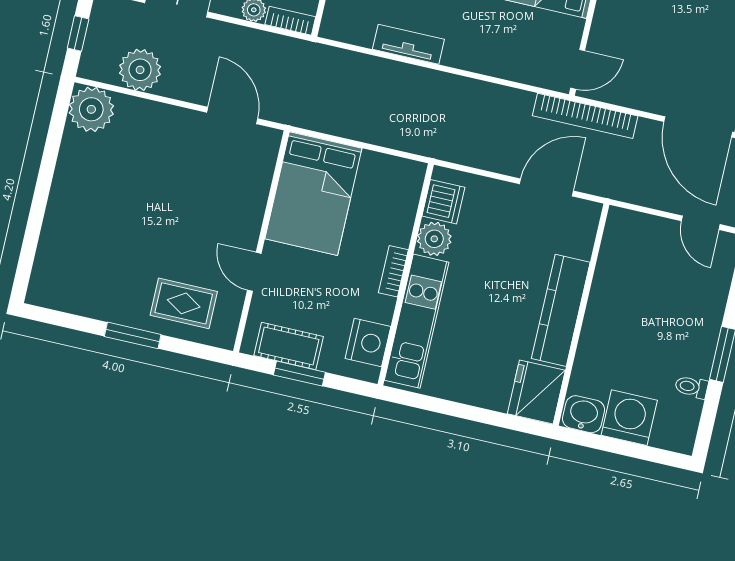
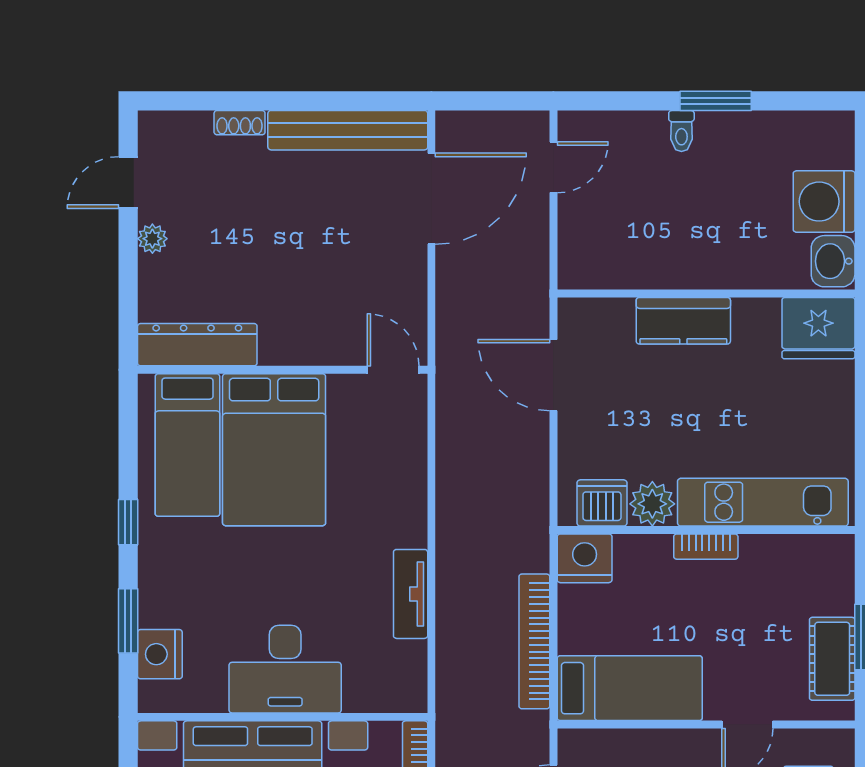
bookcase: (585, 116) -> (534, 641), moved, turned 180
bed: (313, 194) -> (630, 688), width x0.67
kitchen counter: (561, 310) -> (683, 321), width x0.67
nightstand: (368, 342) -> (585, 558), moved
toilet: (691, 387) -> (681, 131), moved

